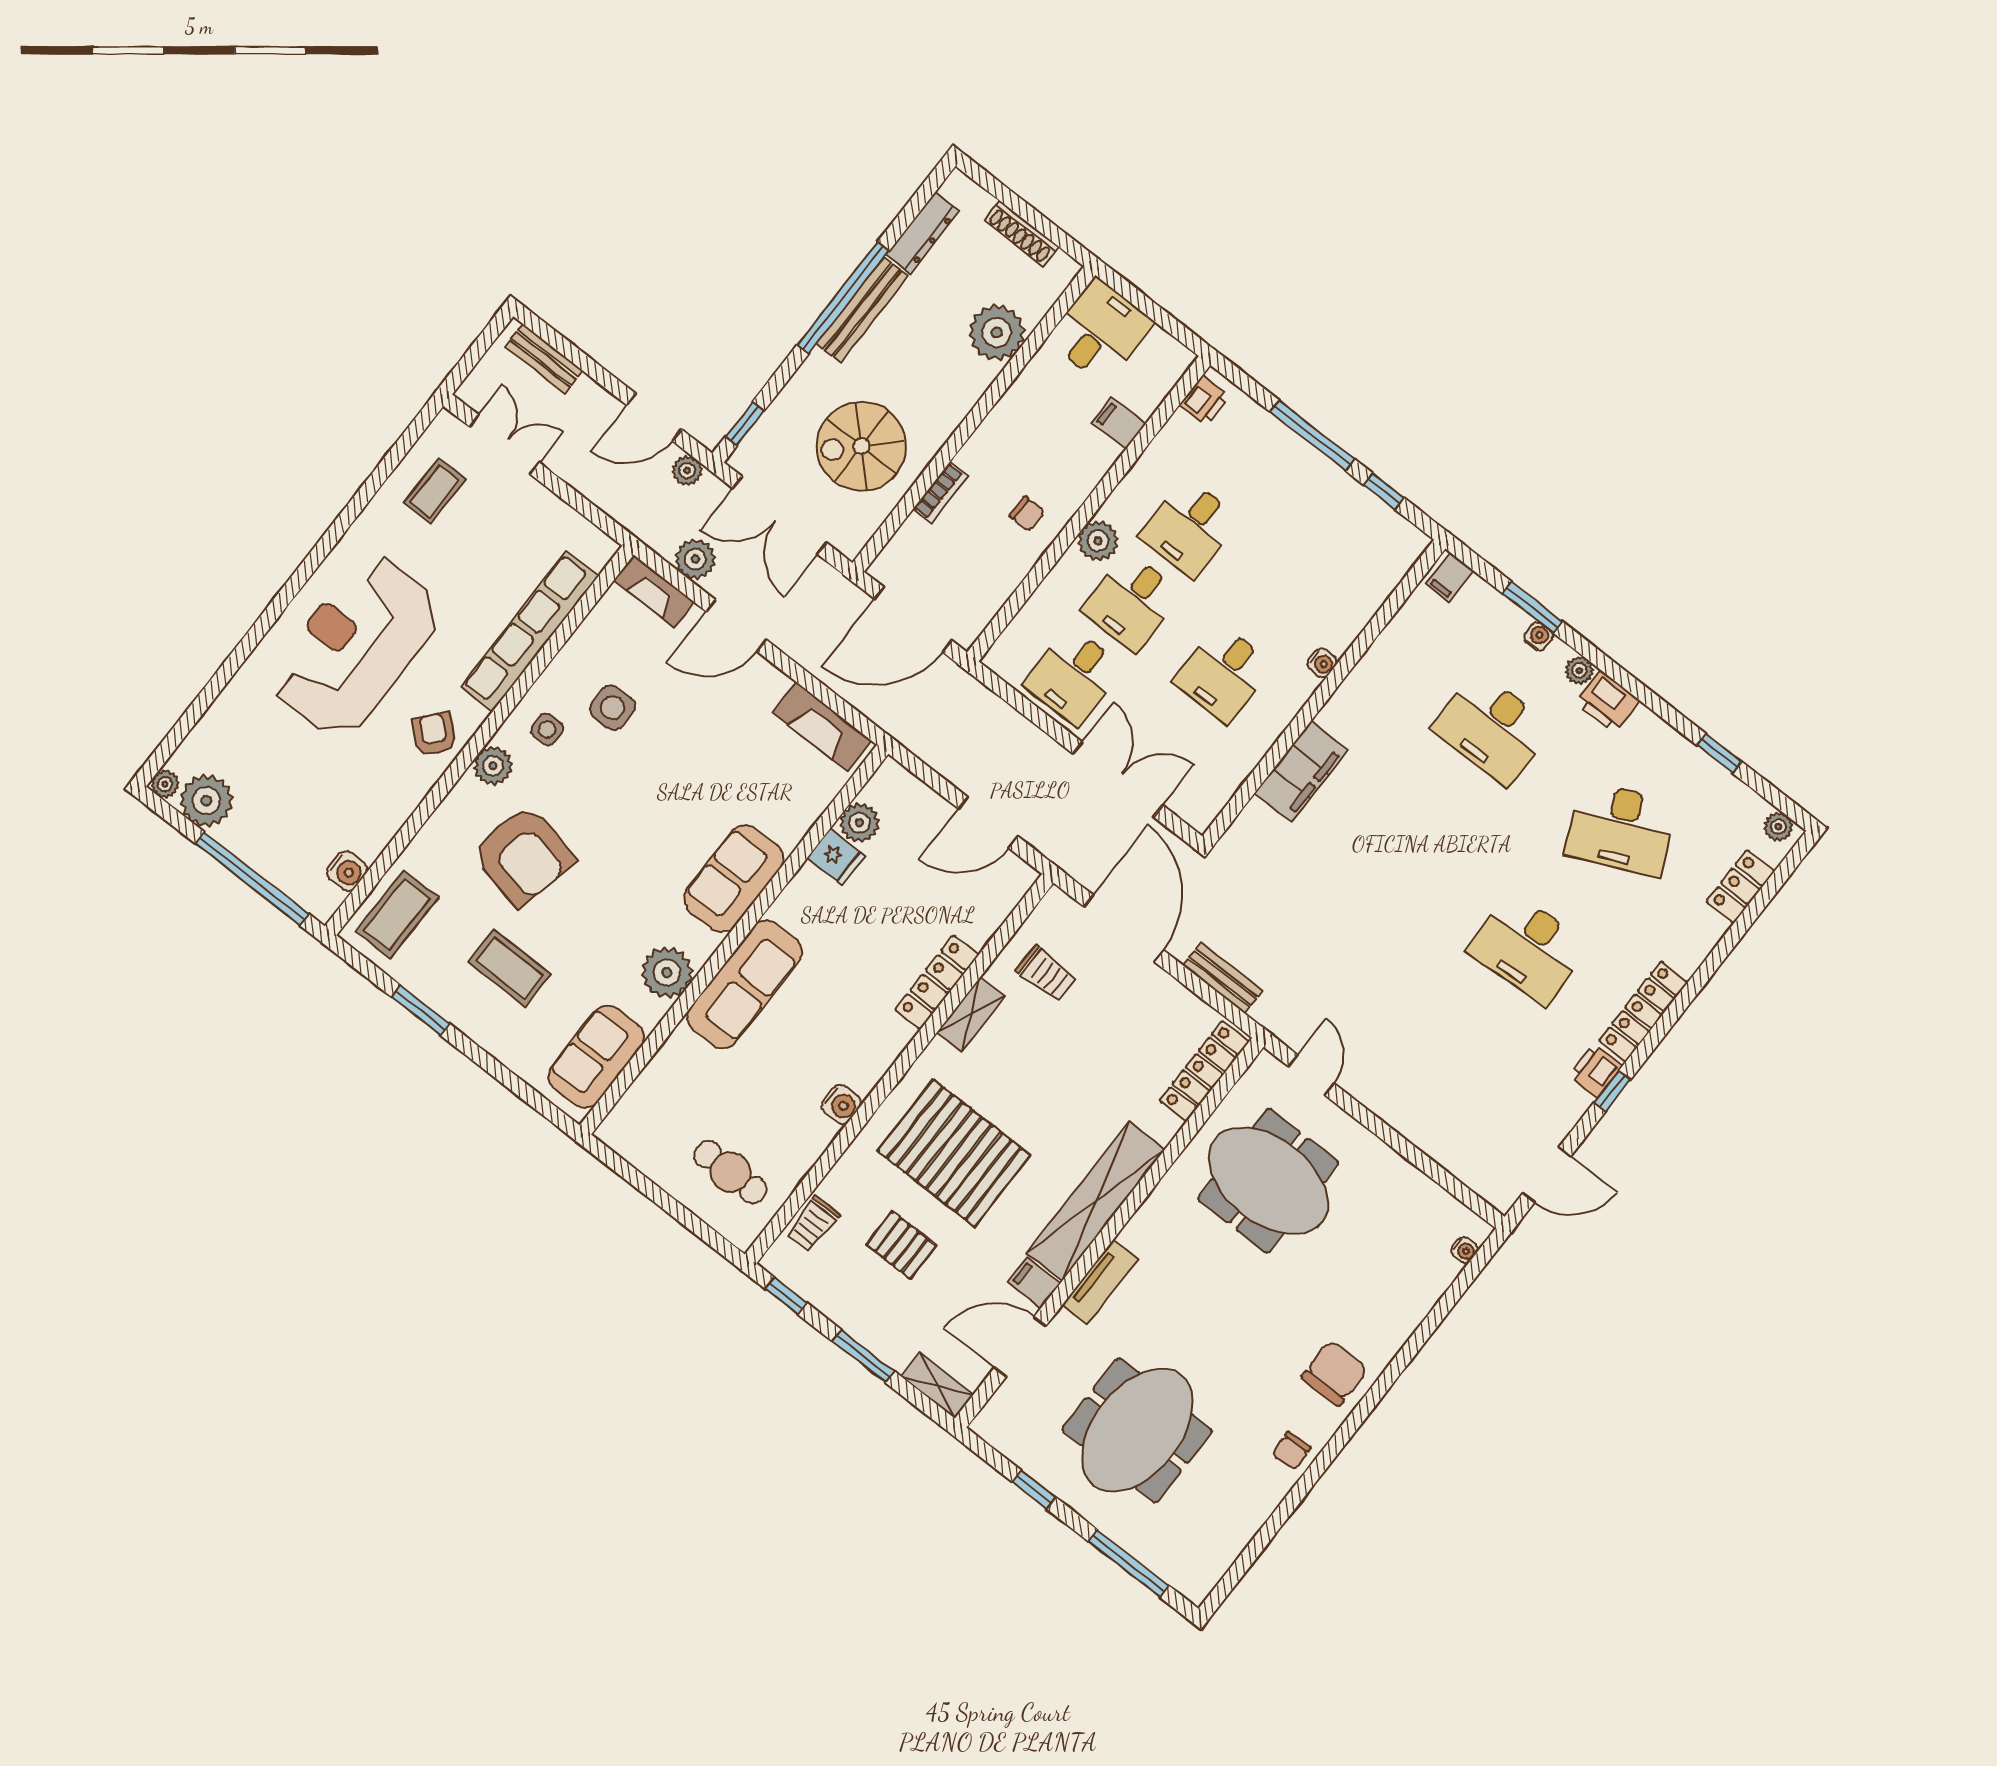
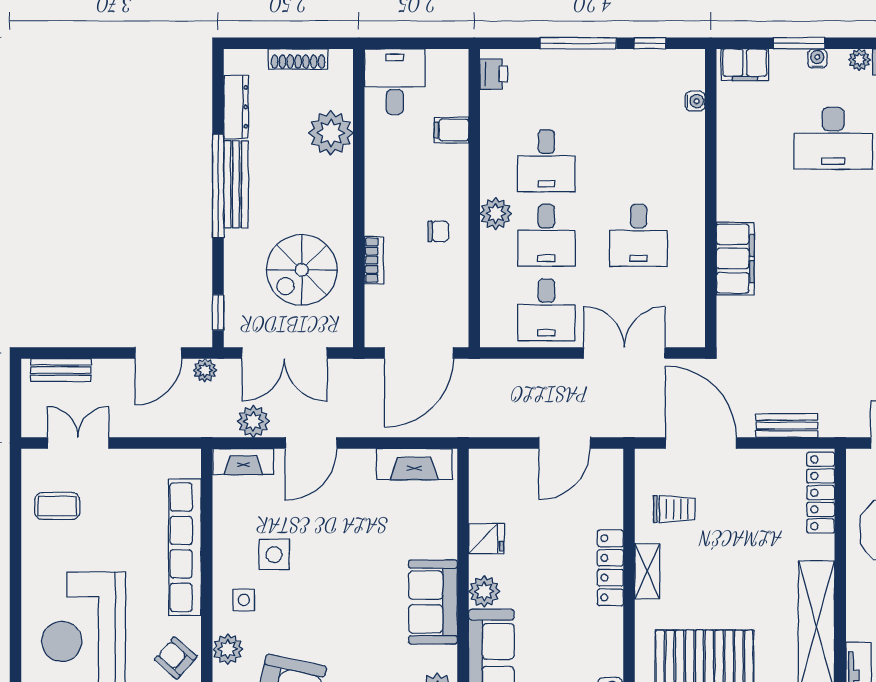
coffee table: (435, 491) -> (57, 506), turned 90
filing cabinet: (1450, 577) -> (745, 65), width x2.00
water cooler: (1322, 663) -> (695, 101), moved
plant: (859, 823) -> (484, 591), moved

